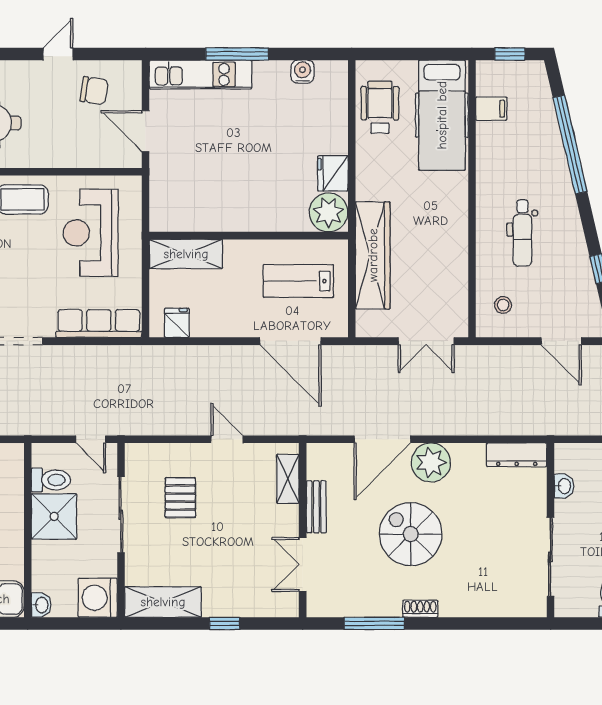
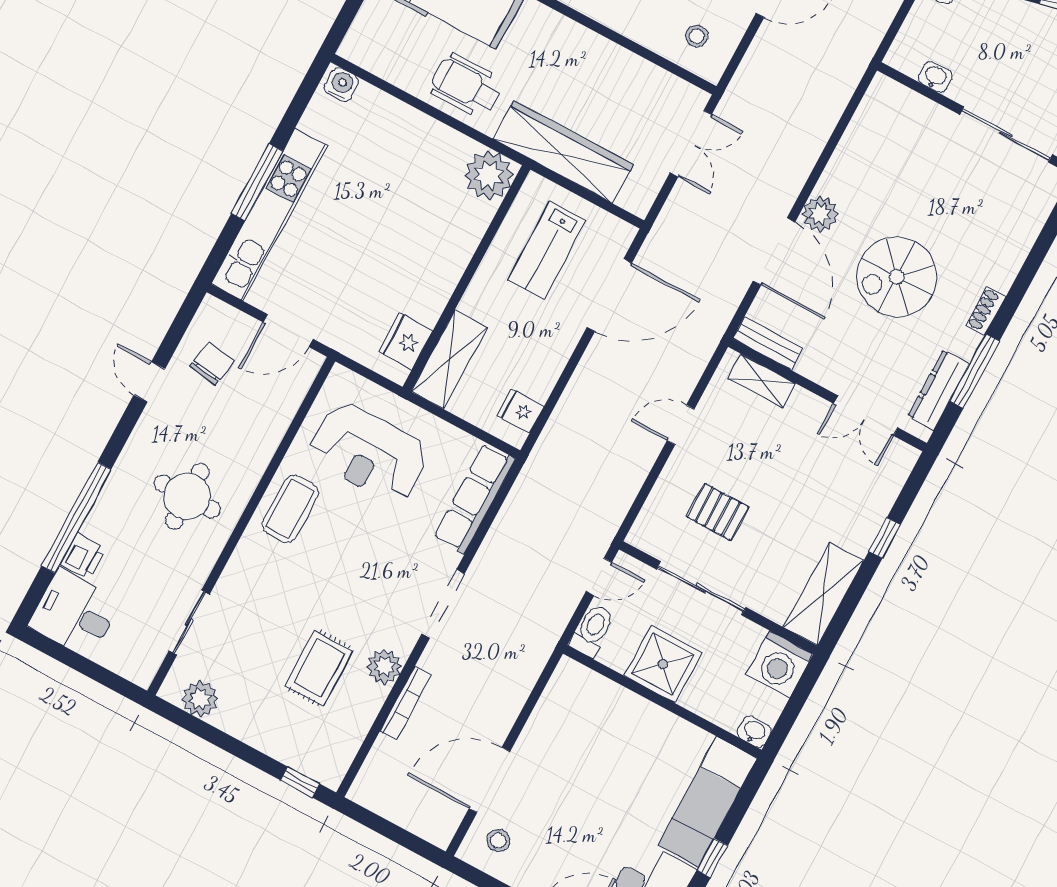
water cooler: (302, 72) -> (341, 85), moved, turned 90
kitchen unit: (200, 75) -> (269, 215), width x1.36
wheelchair: (380, 107) -> (466, 86), moved
fridge: (333, 173) -> (405, 341), moved, turned 90
dresser: (517, 455) -> (939, 390), moved, turned 180
plant: (431, 463) -> (820, 214), width x0.73, depth x0.73
toilet: (51, 480) -> (592, 631), moved
bench: (316, 507) -> (768, 343), moved

